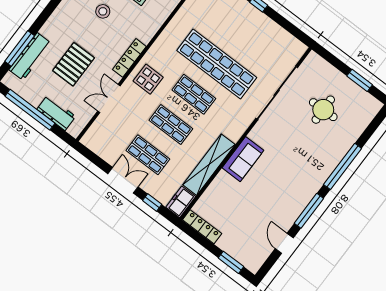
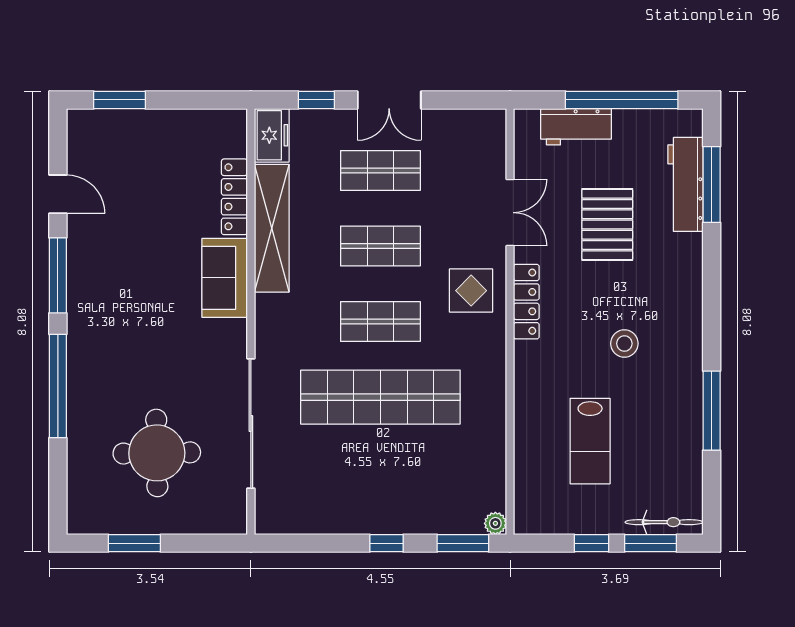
round table: (323, 110) -> (157, 453), width x1.36, depth x1.36
locker: (202, 227) -> (234, 197), moved, turned 90

